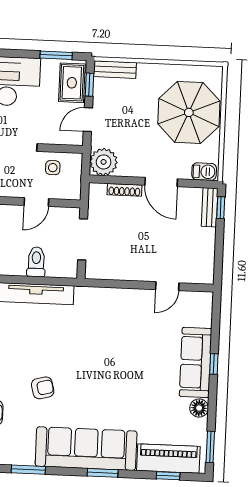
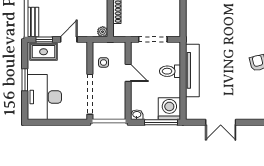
window: (56, 55) -> (25, 80), moved
door: (88, 120) -> (69, 39), swing flipped
plant: (104, 162) -> (103, 32), width x0.53, depth x0.53

